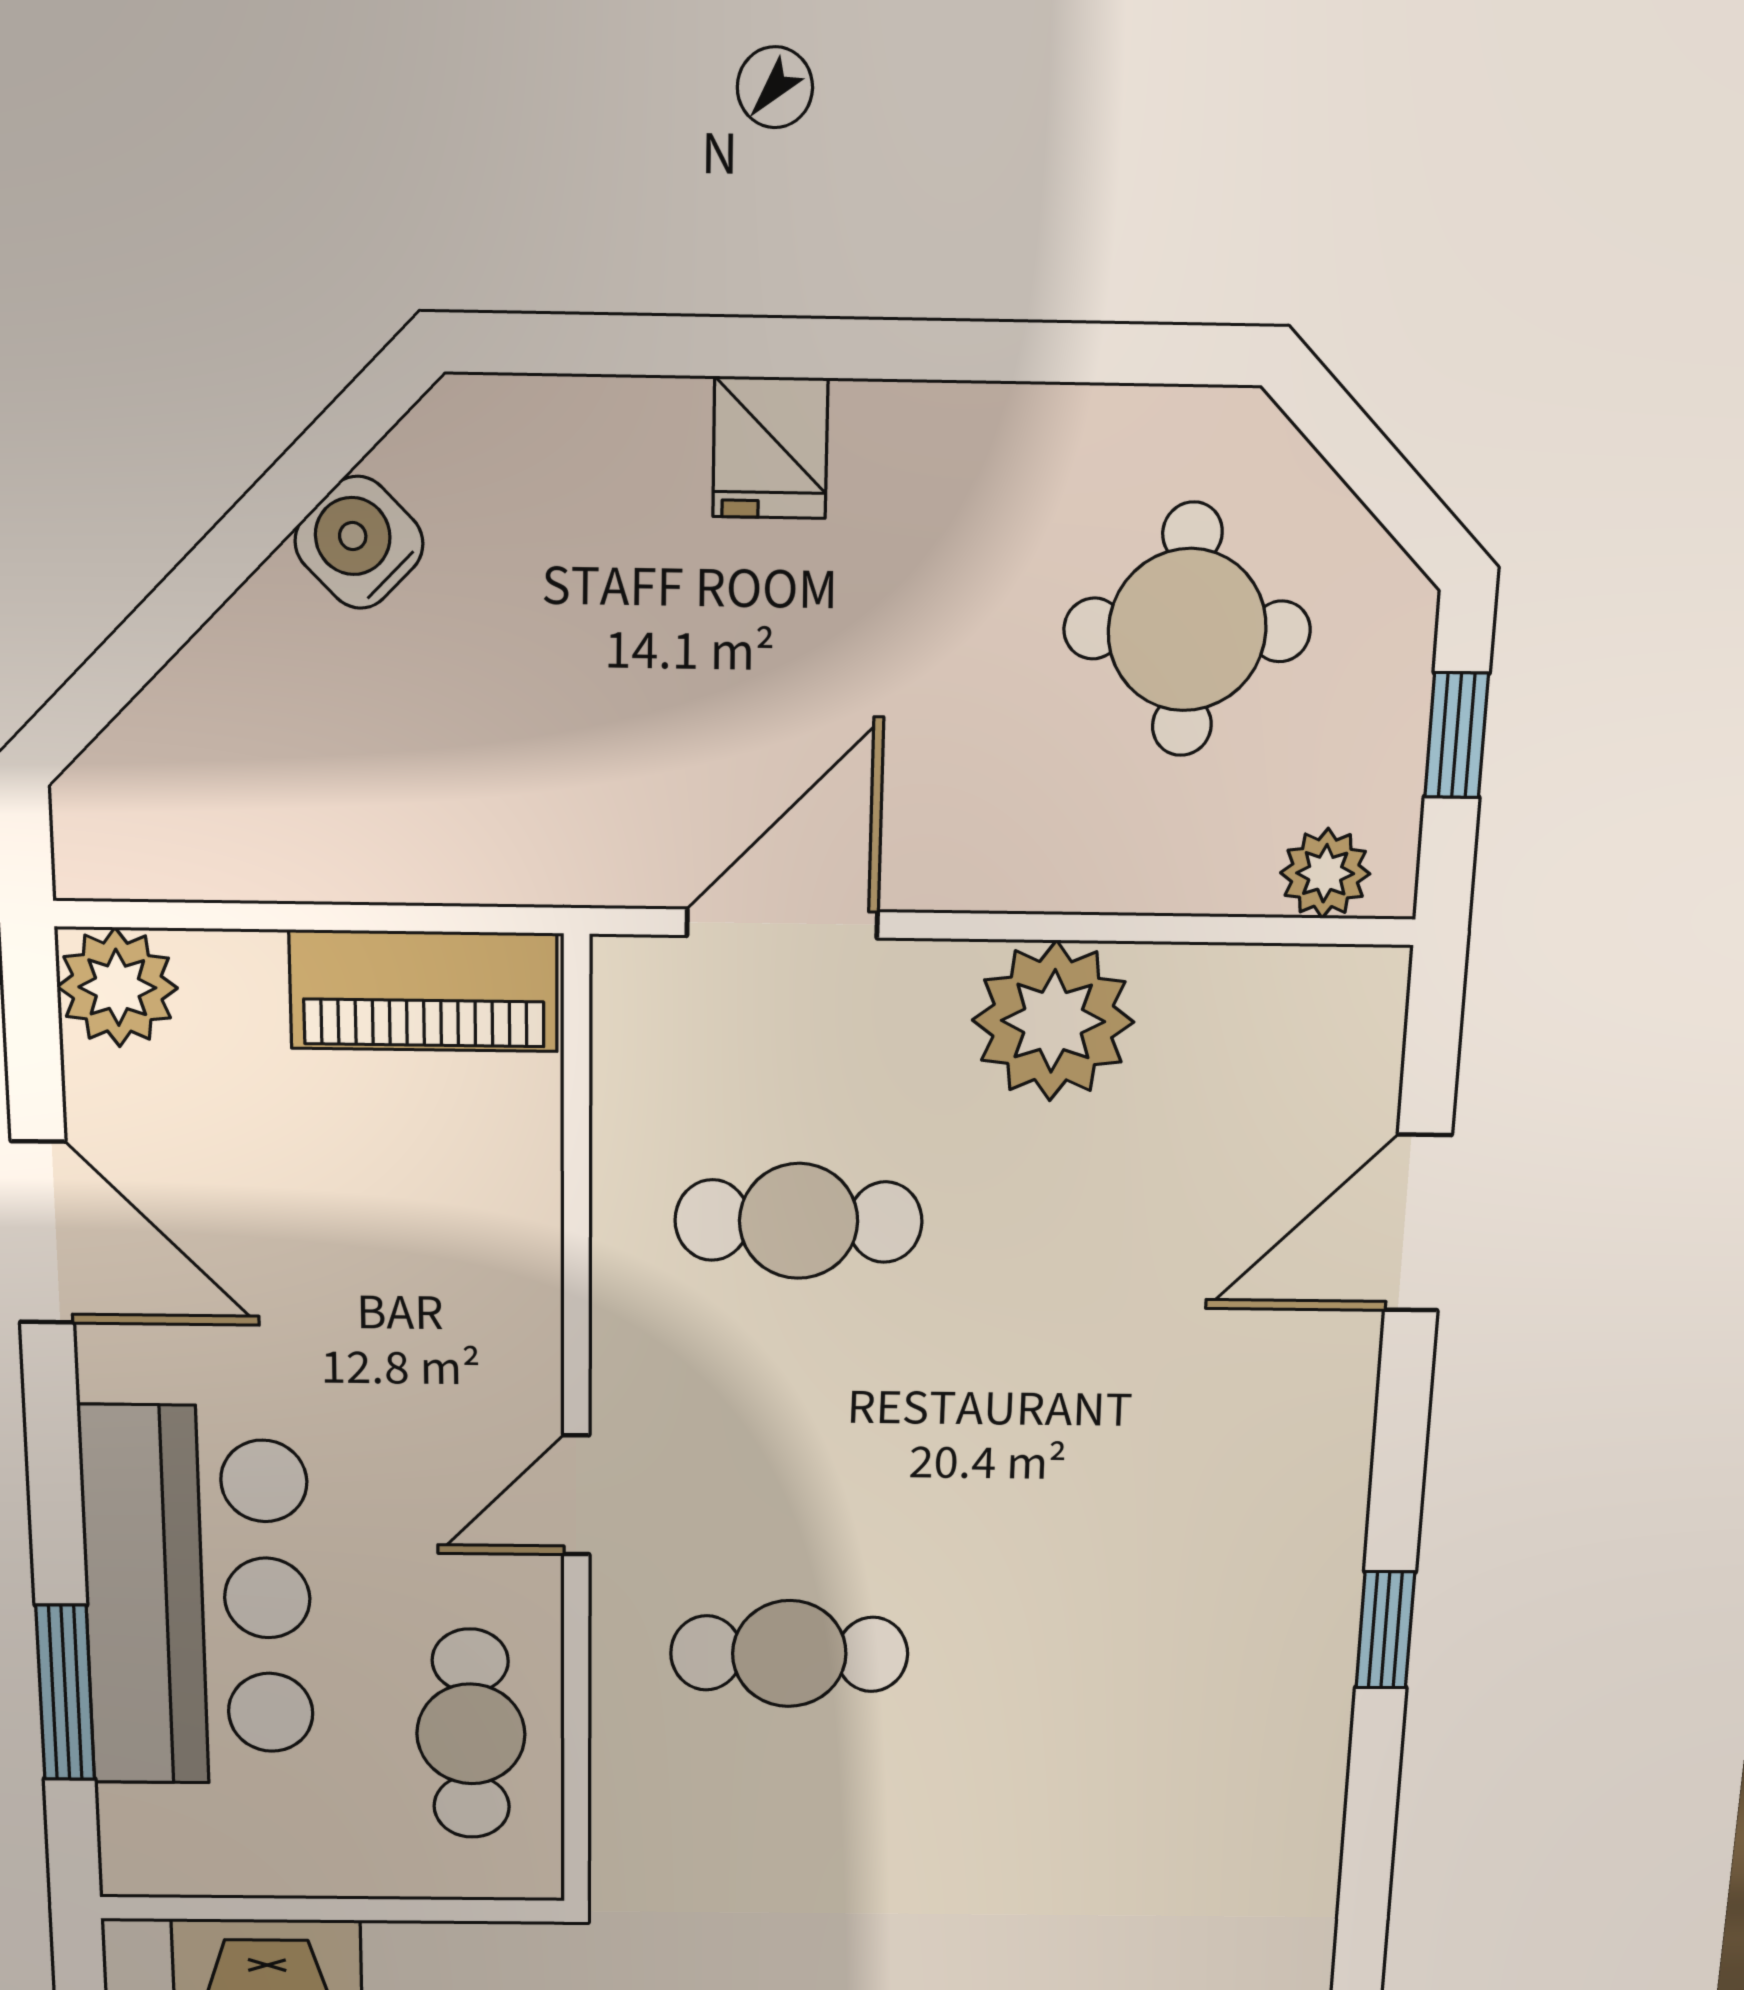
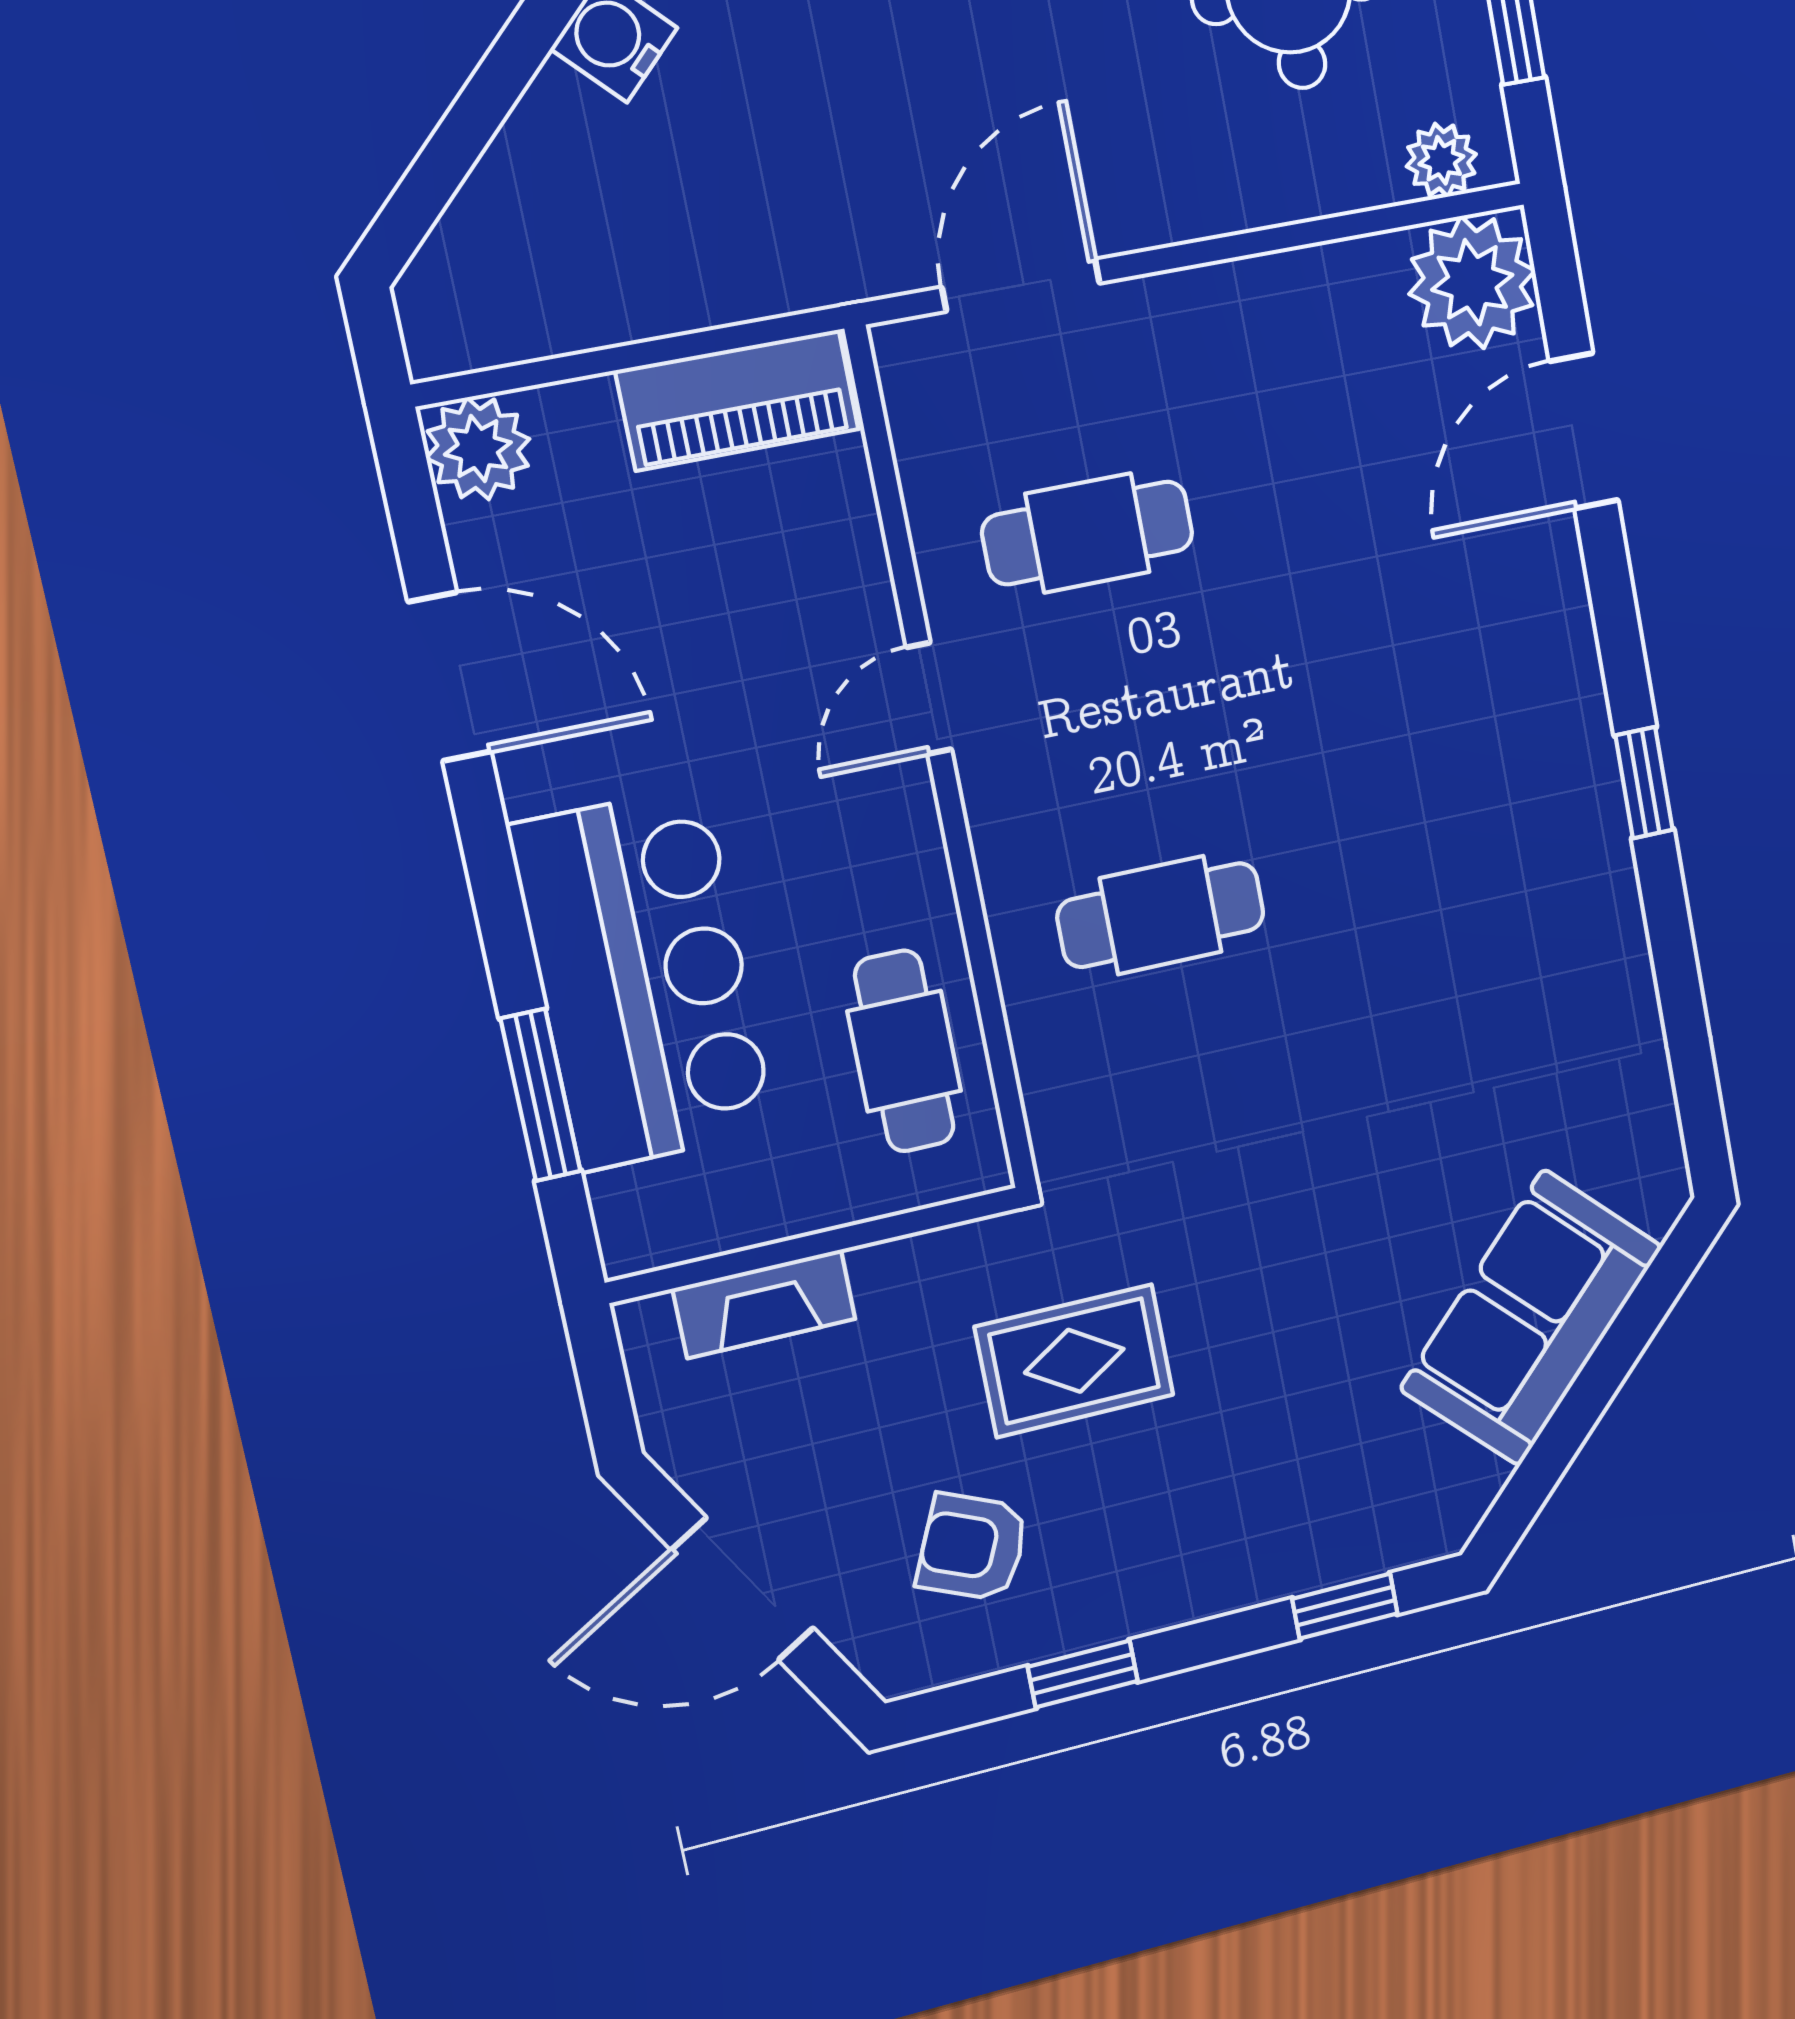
plant: (1053, 1021) -> (1472, 282), moved
door: (576, 1495) -> (929, 698), moved

